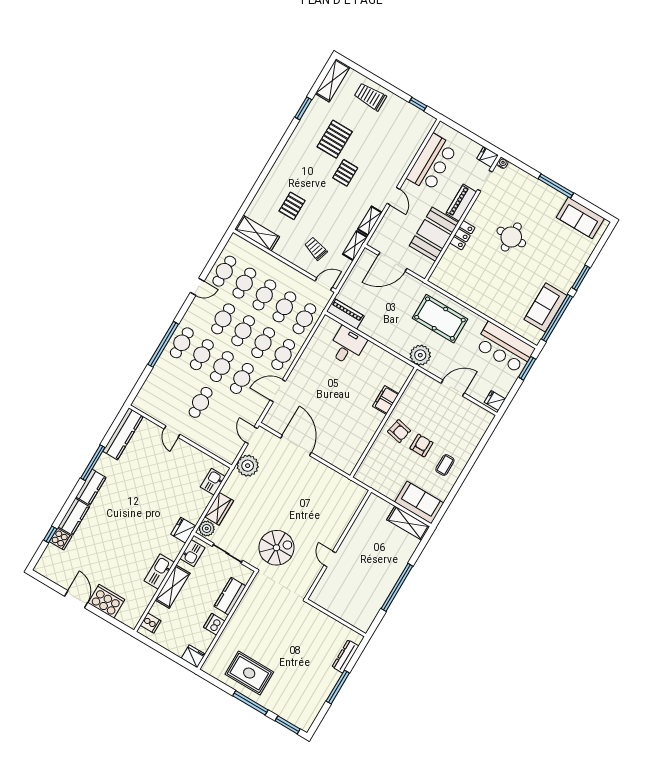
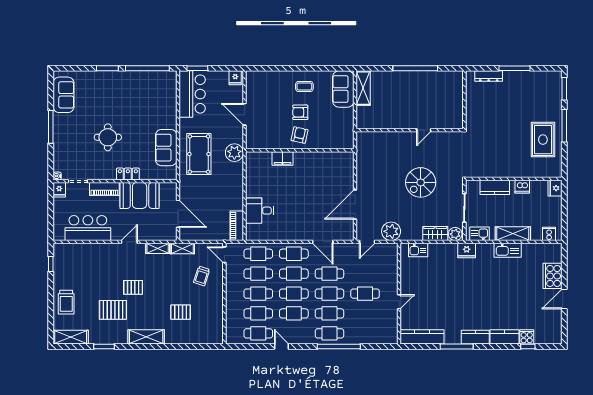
shelving: (257, 233) -> (146, 337), moved, turned 90
sofa: (546, 307) -> (166, 148), moved, turned 90
spiral stairs: (276, 548) -> (421, 182), moved, turned -90

